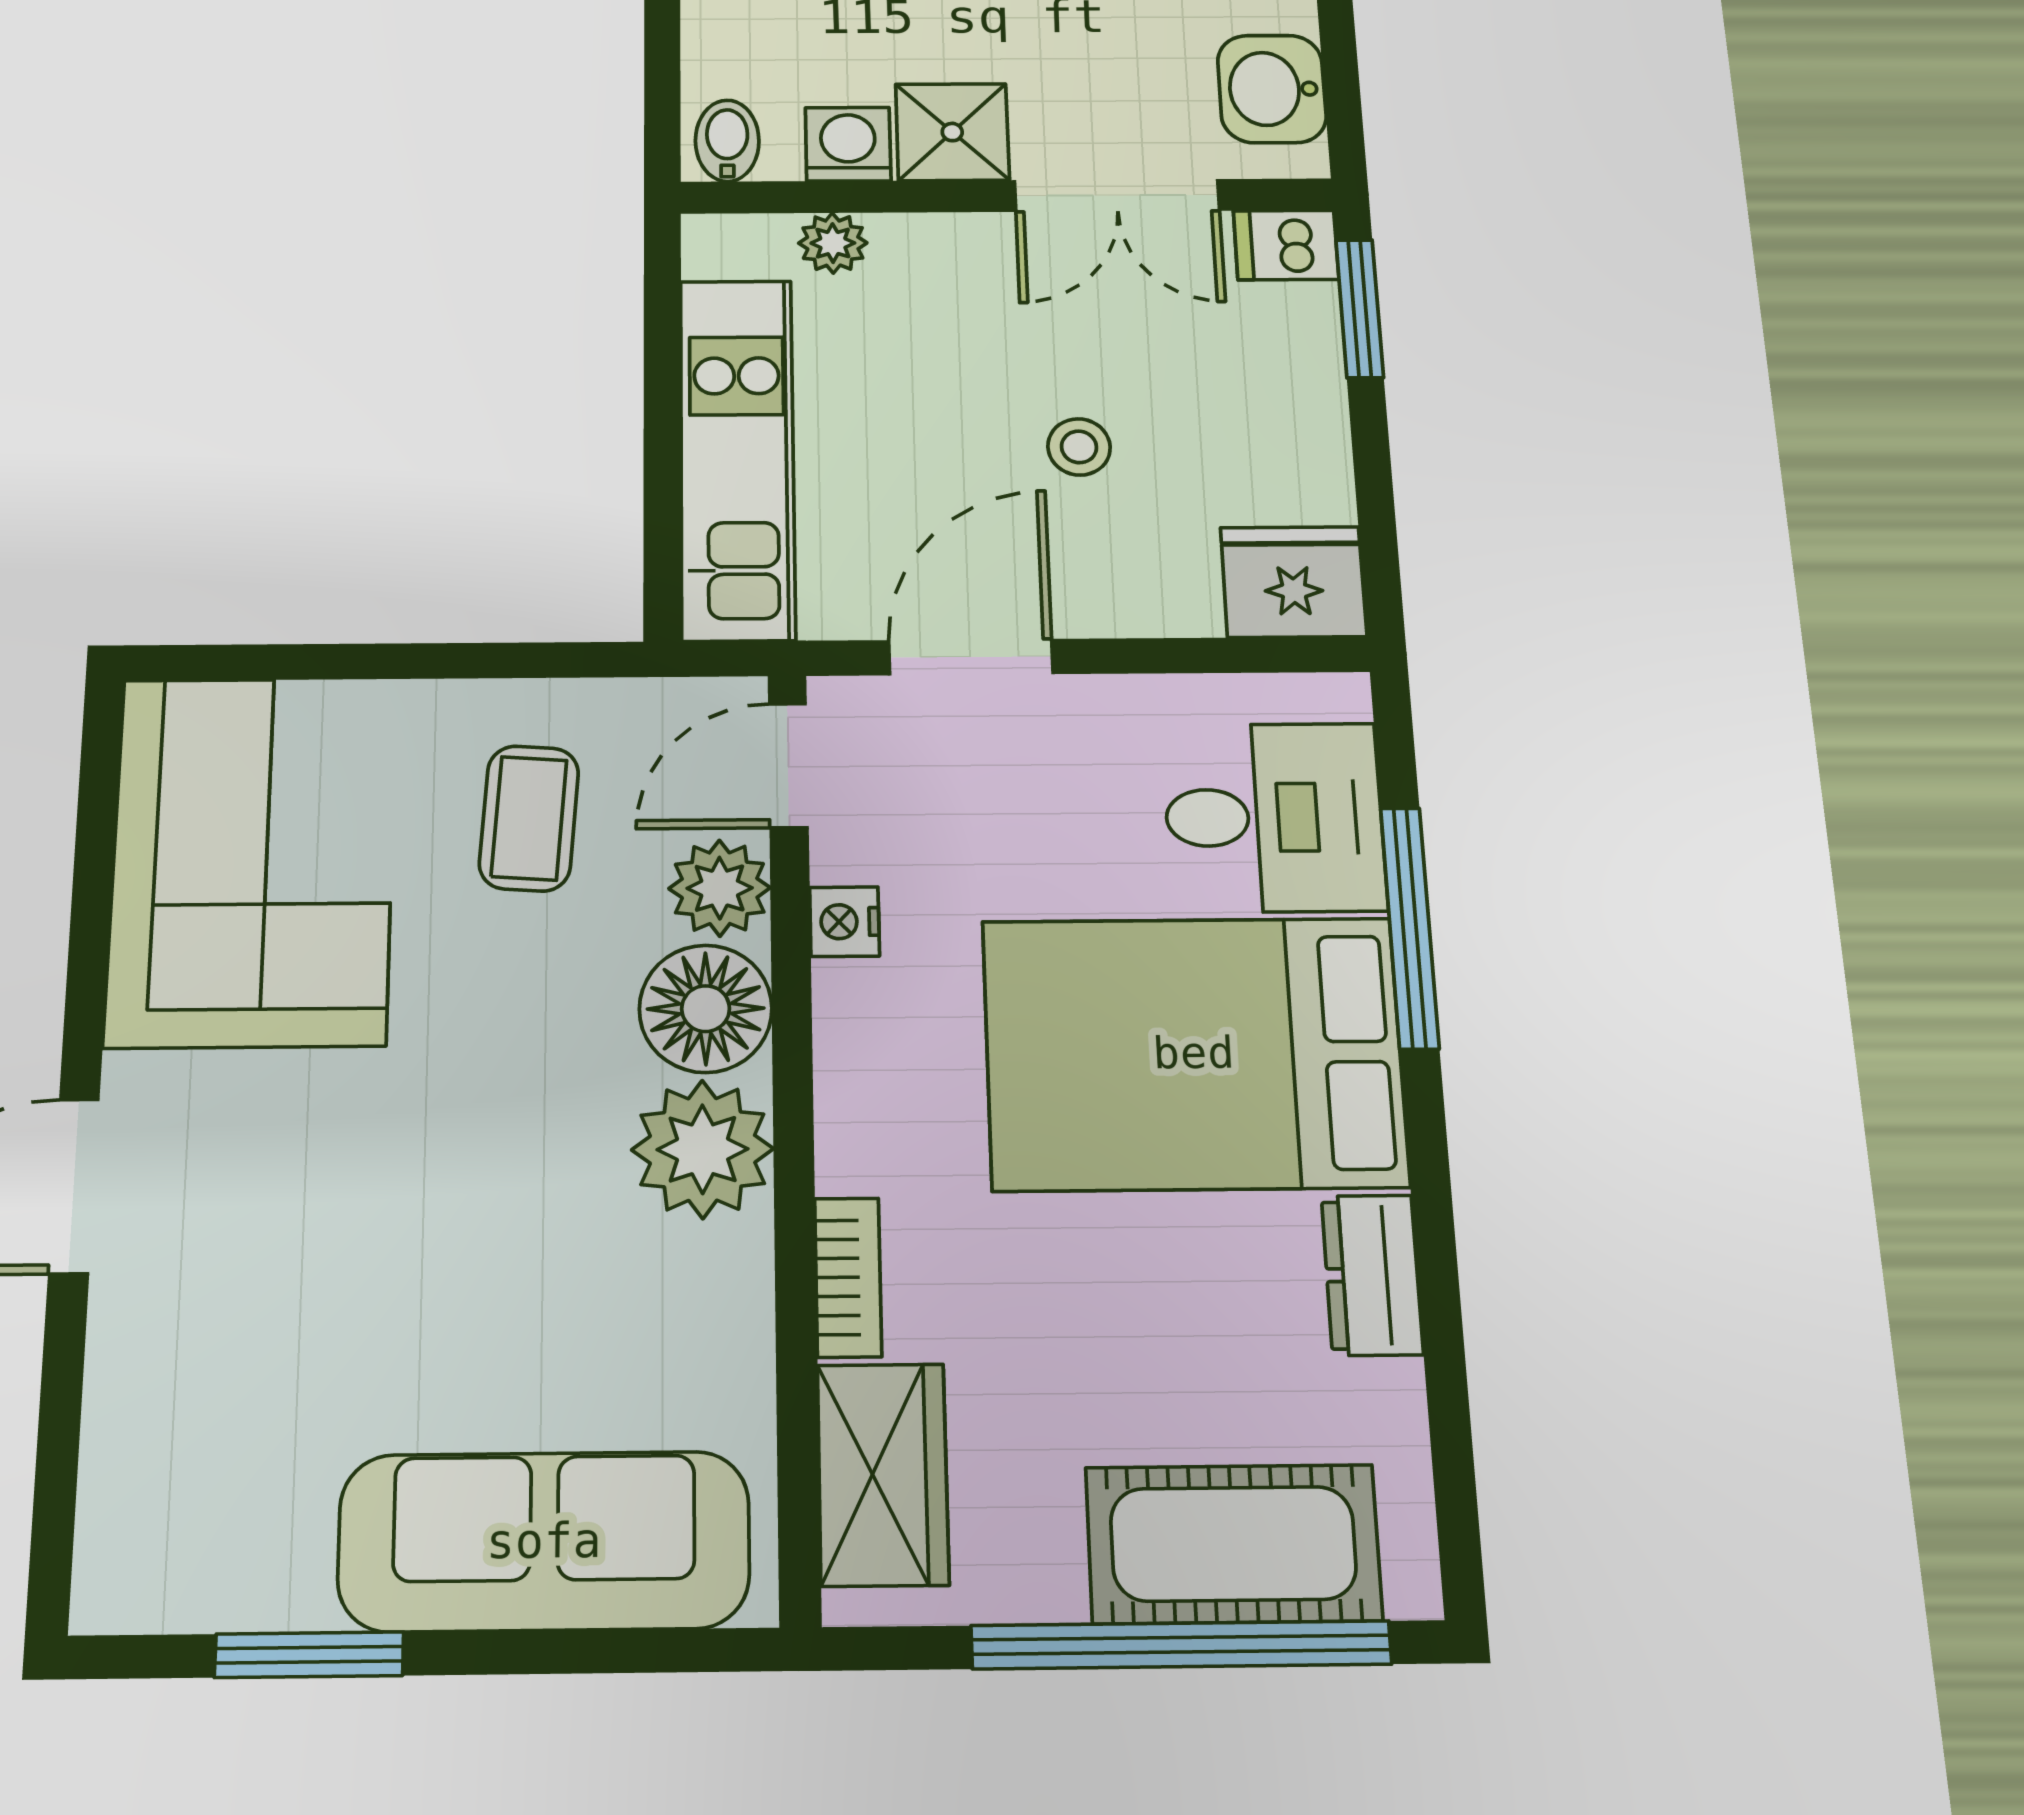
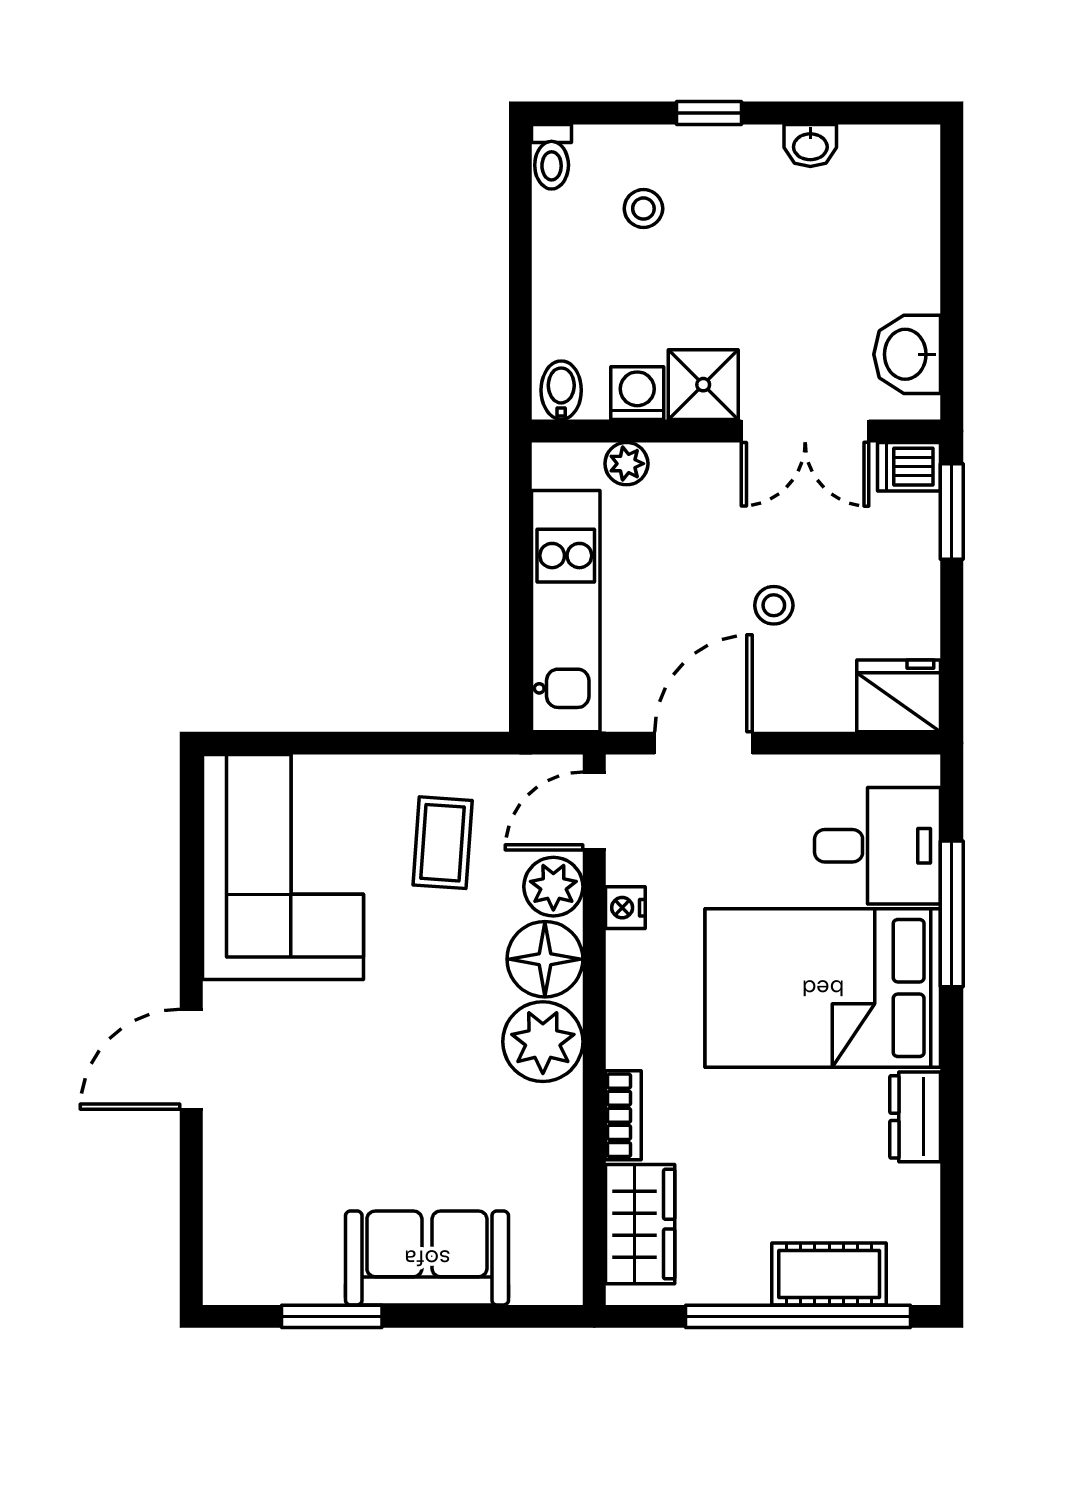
sofa: (544, 1541) -> (427, 1258), width x0.73
cot: (1233, 1544) -> (829, 1274), width x0.73, depth x0.75

